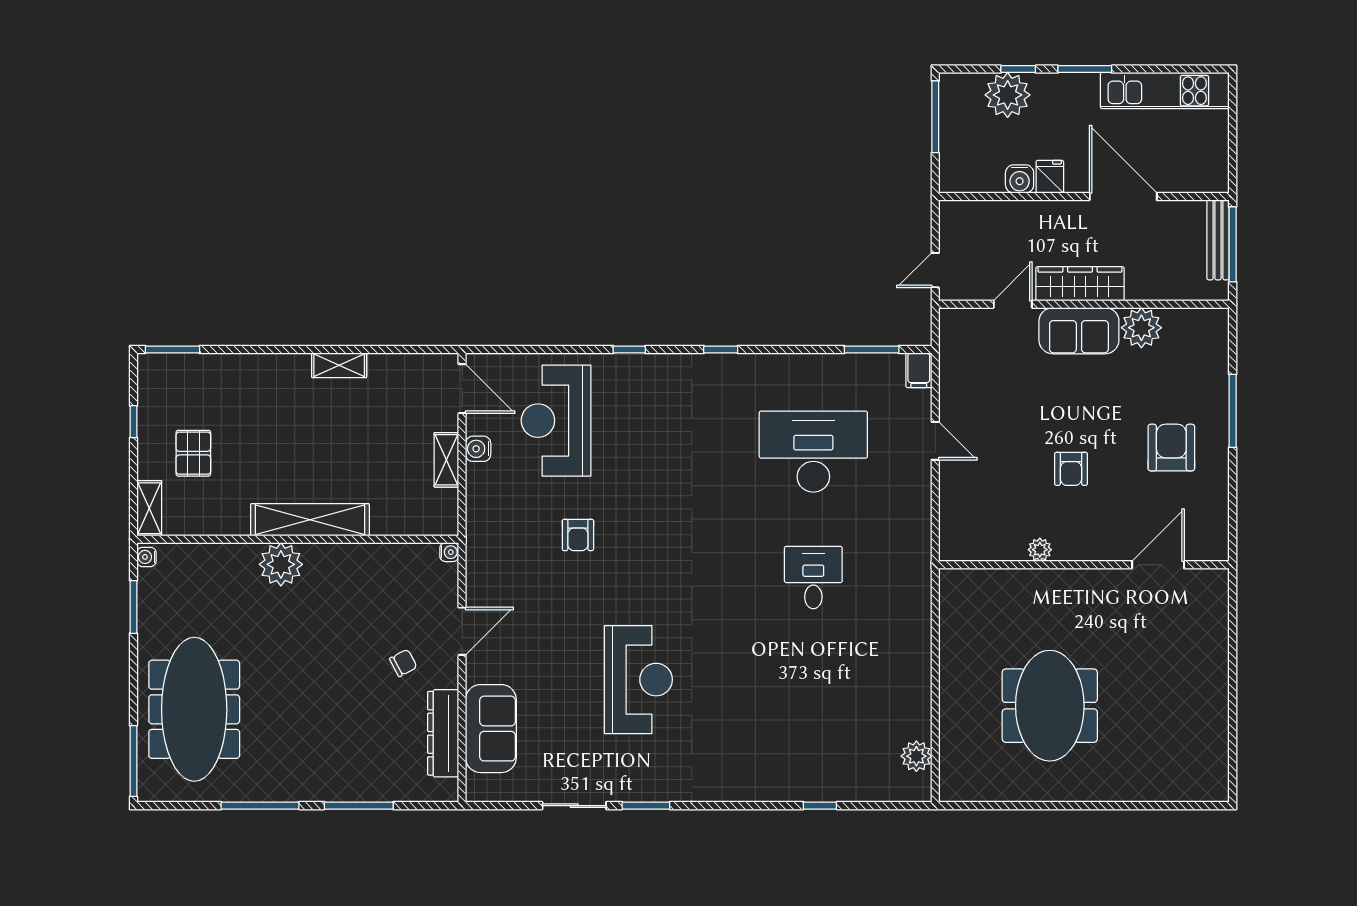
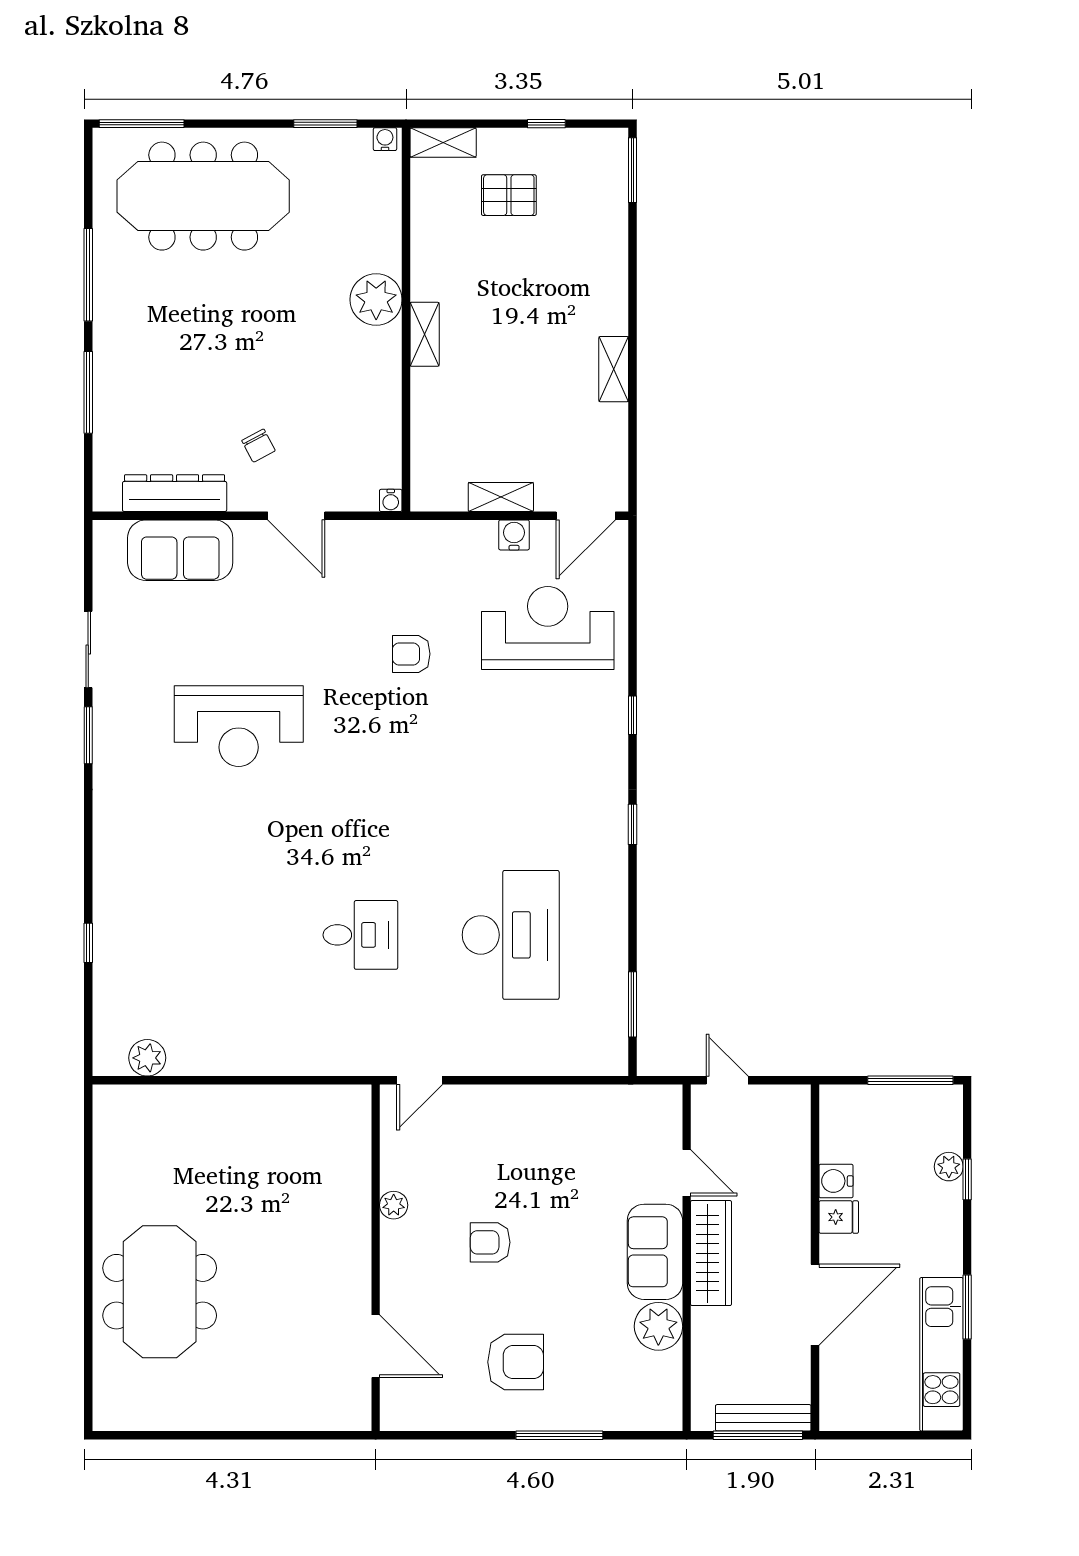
window: (1085, 69) -> (967, 1307), moved
plant: (1008, 95) -> (949, 1167), width x0.53, depth x0.53
filing cabinet: (919, 370) -> (608, 1061), removed
door: (935, 441) -> (420, 1080), moved
shelving: (310, 520) -> (425, 334), width x0.45, depth x0.75
meeting table: (1050, 706) -> (160, 1292), moved, turned 90

